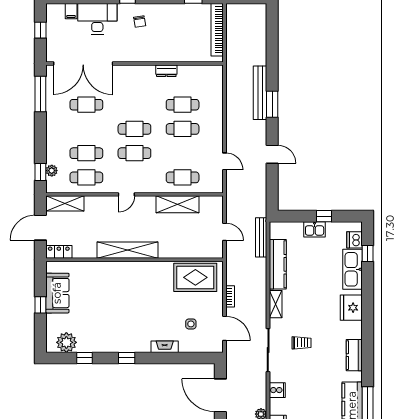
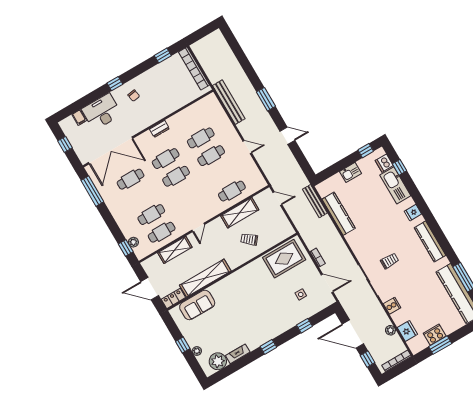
dresser: (166, 71) -> (159, 129), moved
bench: (260, 93) -> (229, 102), moved
cafe table: (134, 153) -> (166, 159), moved
door: (224, 161) -> (247, 147), moved
shelving: (65, 203) -> (175, 250), moved
window: (324, 216) -> (366, 151), moved
door: (40, 228) -> (150, 289), hinge flipped
door: (224, 232) -> (277, 199), moved
trolley: (171, 237) -> (249, 239), added
shelving: (128, 250) -> (205, 278), moved
sofa: (57, 293) -> (197, 305), moved, turned 90
shelving: (276, 304) -> (354, 244), removed
fridge: (351, 308) -> (413, 213), width x0.53, depth x0.75
plant: (51, 319) -> (197, 351), added
fireplace: (165, 347) -> (238, 354), moved
kitchen counter: (354, 355) -> (430, 241), width x1.50
window: (84, 358) -> (304, 326), moved

